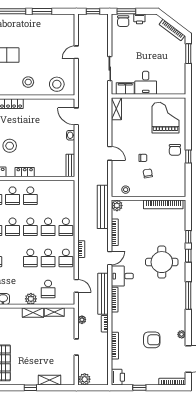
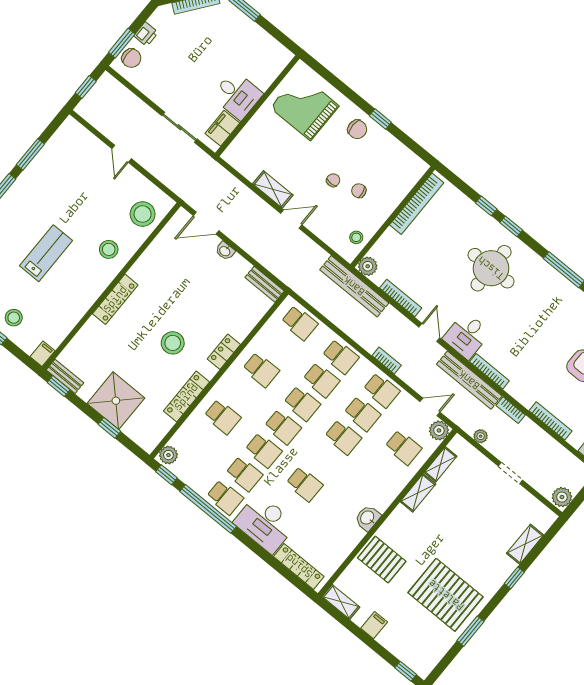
shelving: (116, 109) -> (273, 189), moved
school desk: (13, 196) -> (300, 323), moved
plant: (31, 299) -> (439, 430), moved

